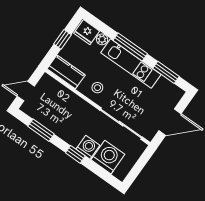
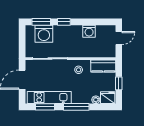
kitchen unit: (131, 64) -> (49, 98), moved
window: (41, 130) -> (41, 22), moved
washing machine: (88, 147) -> (89, 31), moved

